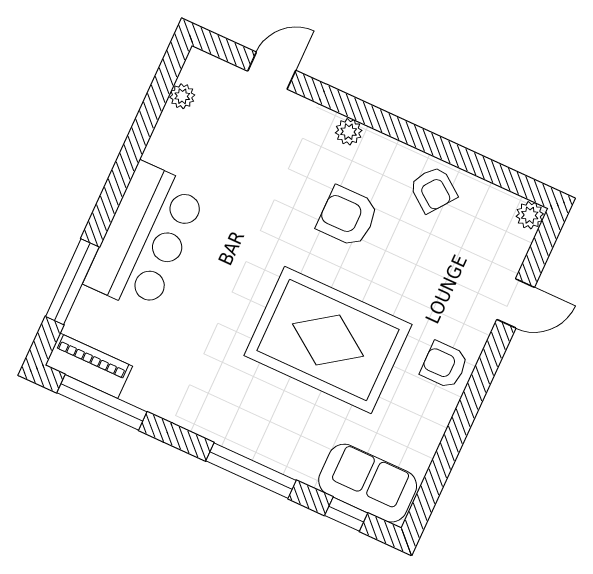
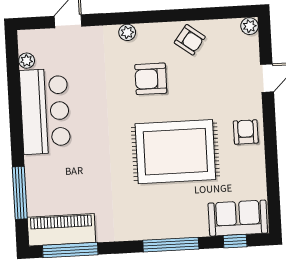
bar counter: (146, 237) -> (45, 111), moved
armchair: (444, 365) -> (246, 132), turned 90
piano: (89, 366) -> (61, 230), width x1.37, depth x1.33

